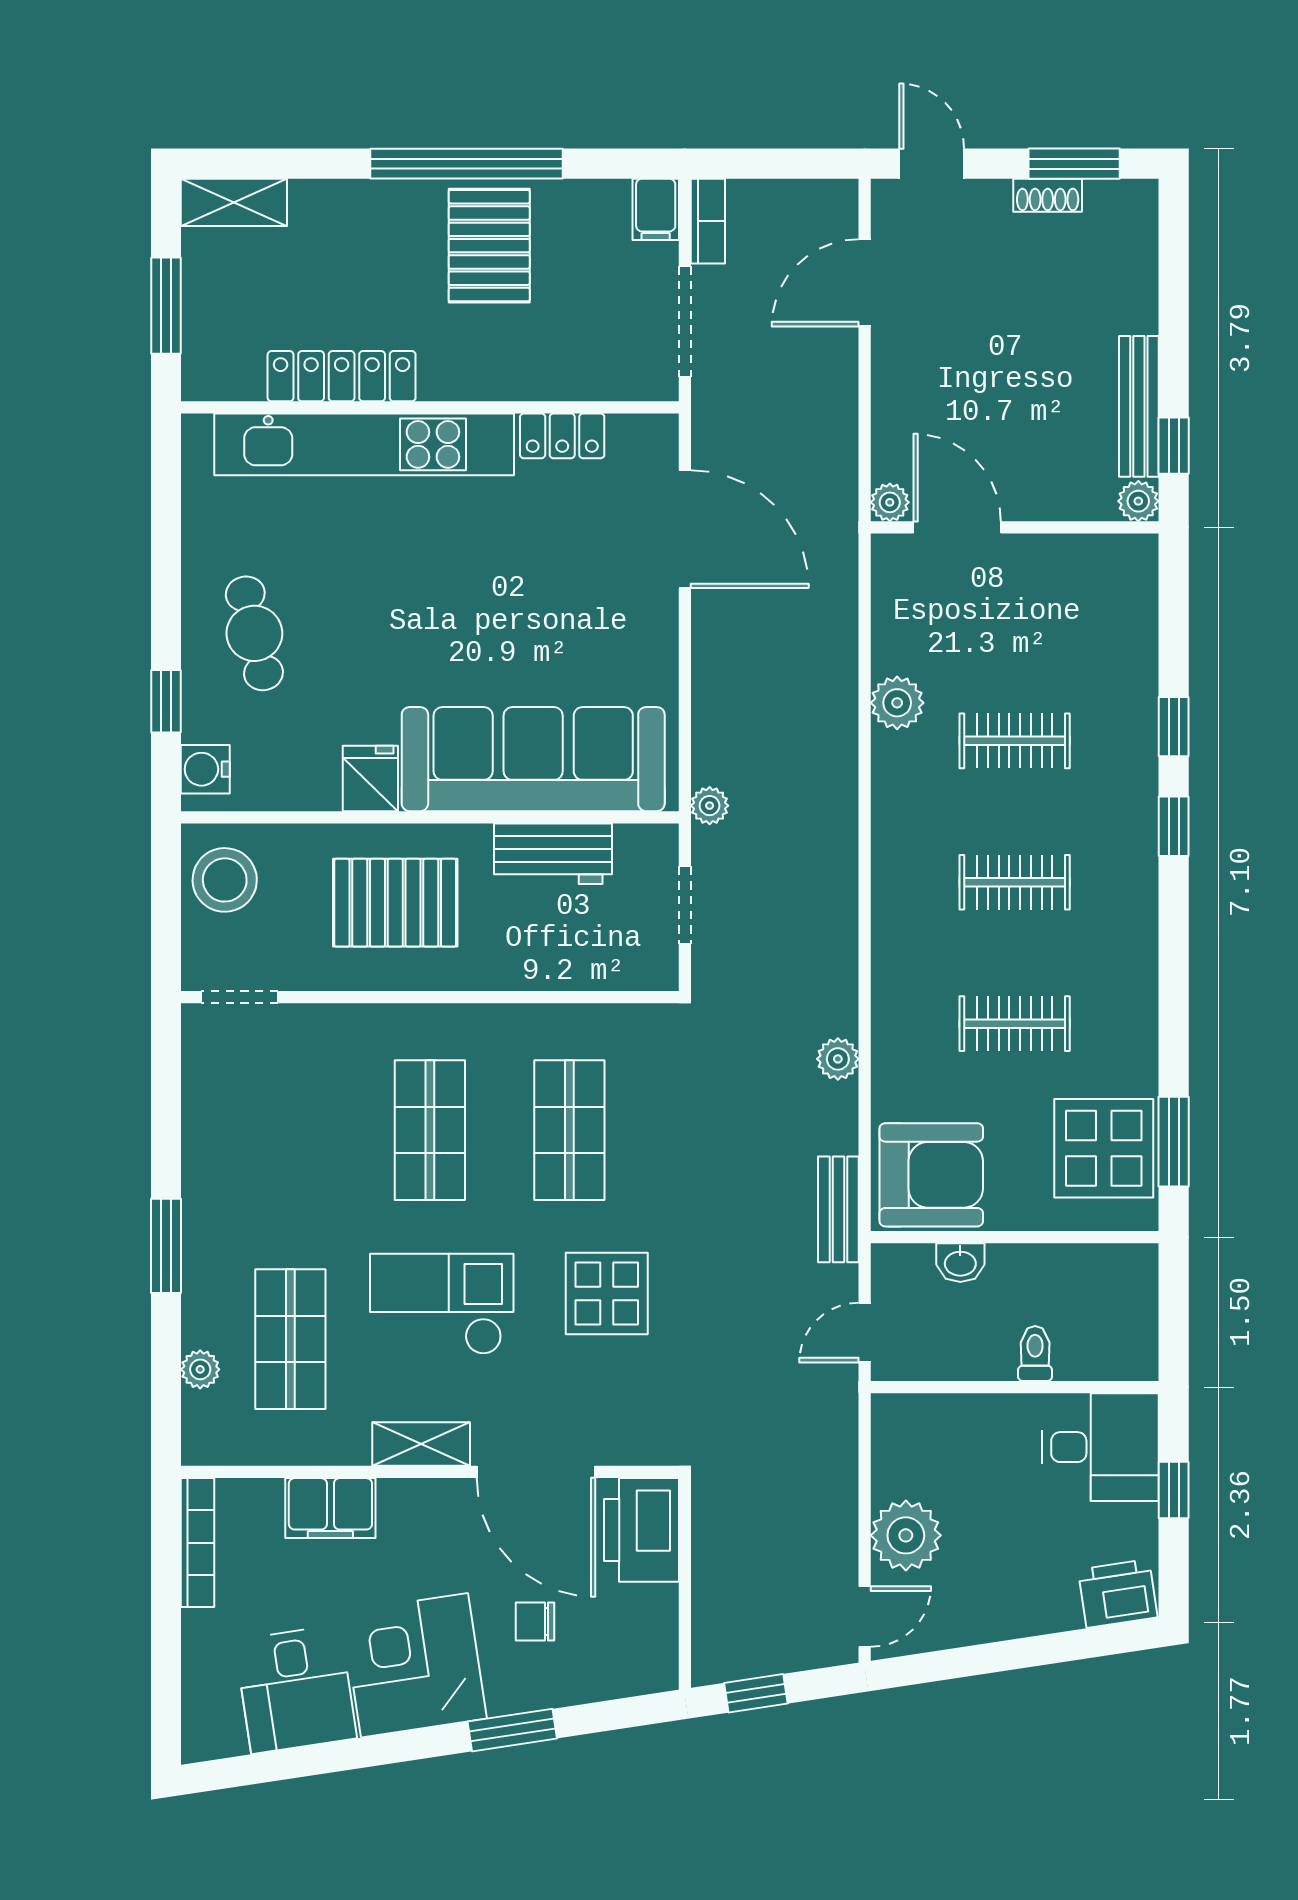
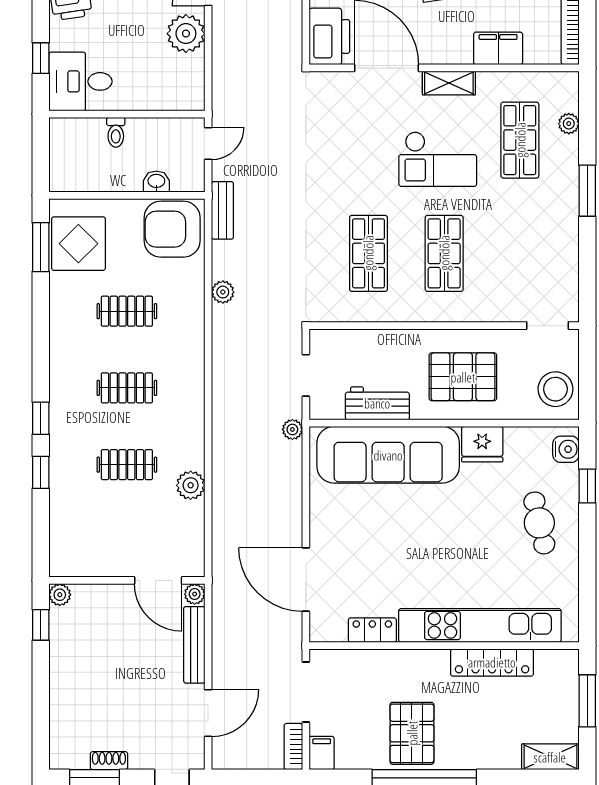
bench: (1139, 406) -> (194, 645), moved
fridge: (370, 778) -> (482, 444), width x1.38
display table: (607, 1293) -> (348, 165), removed

